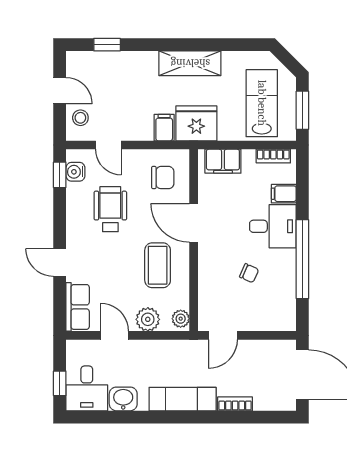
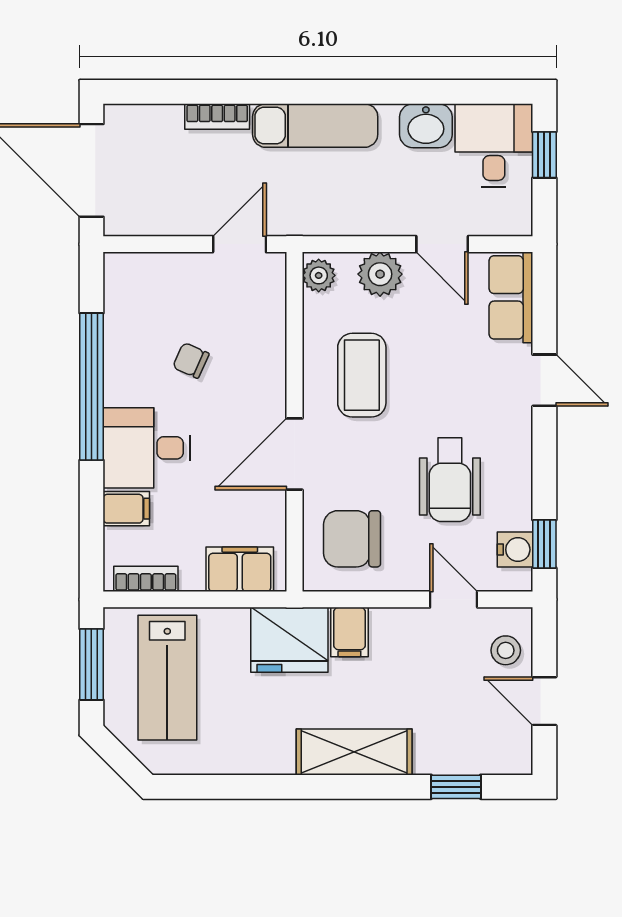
shelving: (190, 63) -> (354, 752), moved
chair: (163, 178) -> (352, 539), width x1.37, depth x1.37
door: (194, 223) -> (294, 454), swing flipped

